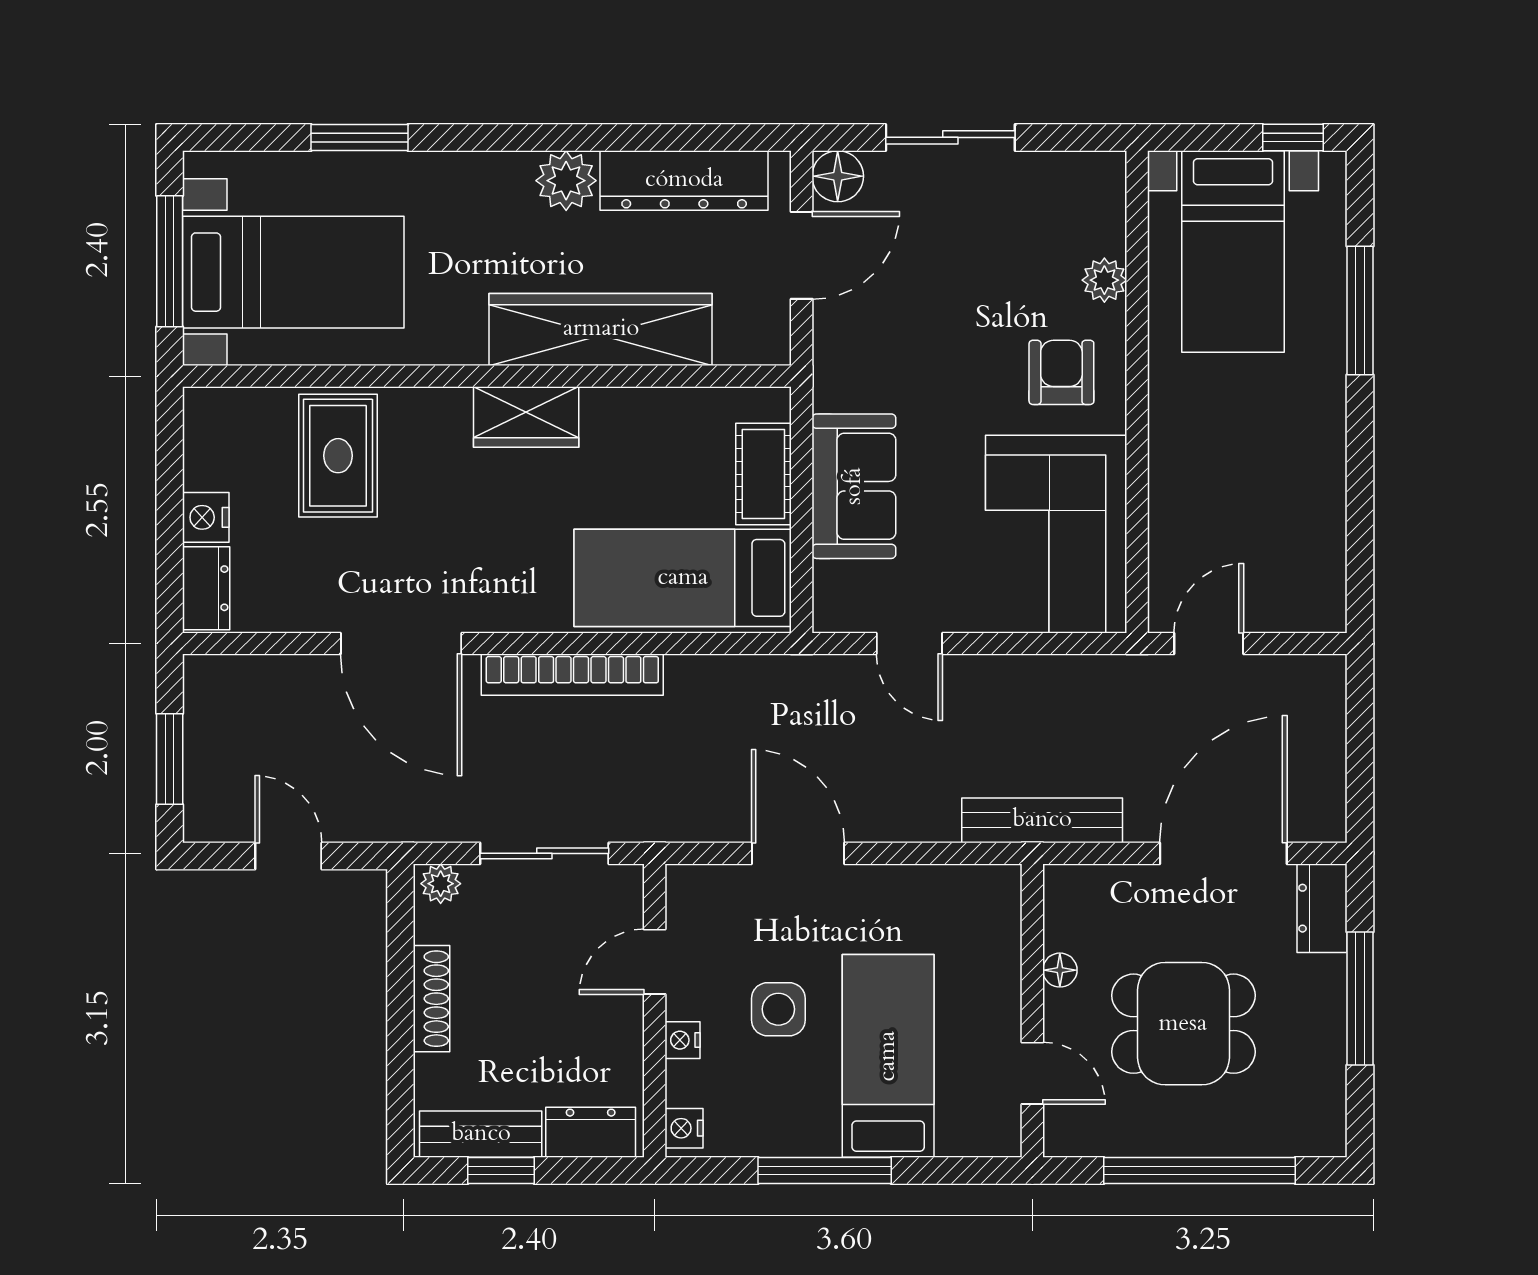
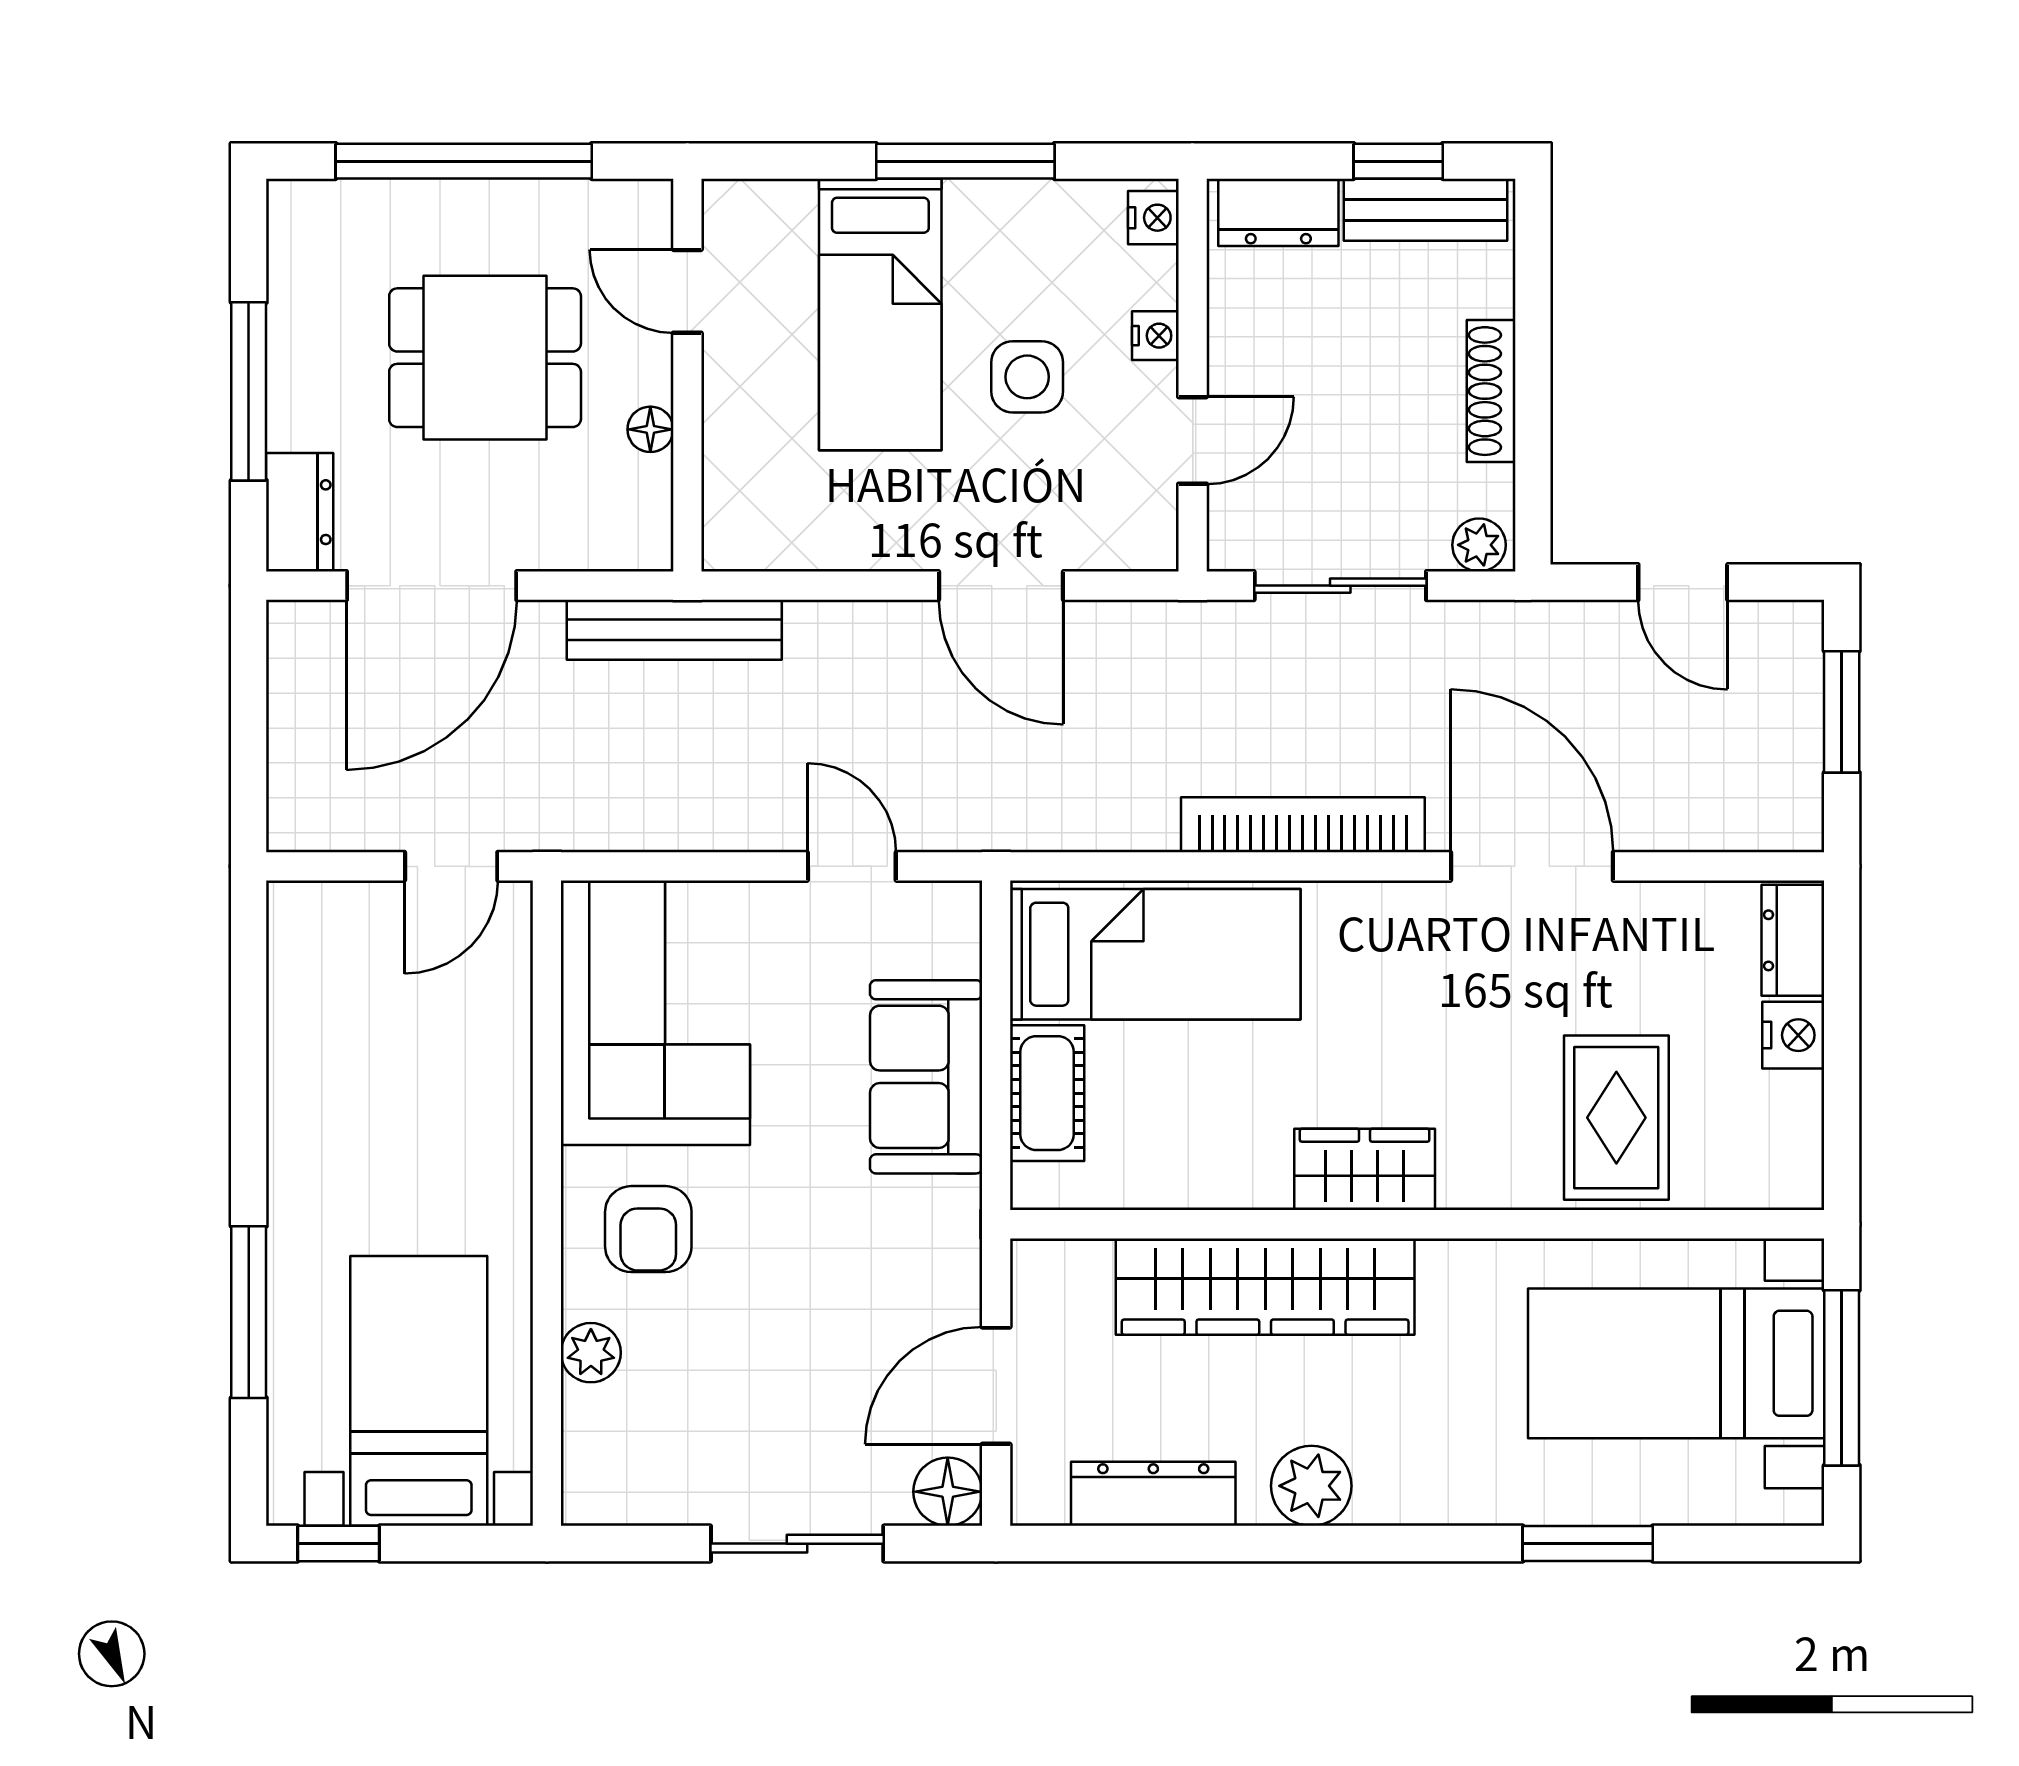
dresser: (684, 180) -> (1153, 1494), width x0.73, depth x0.80

